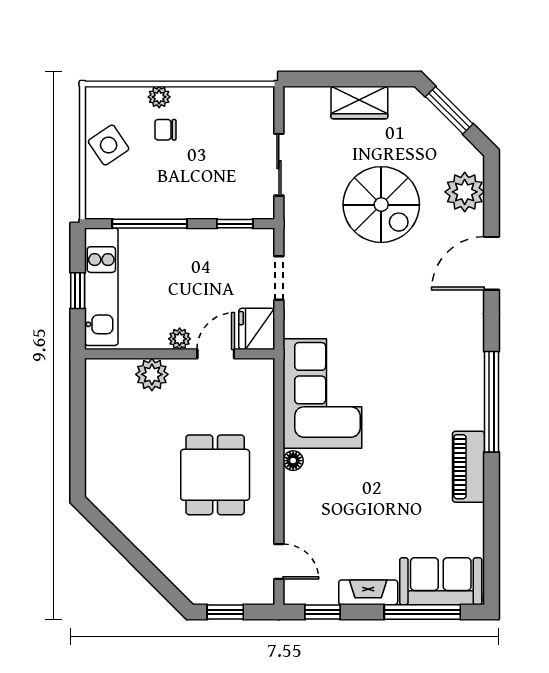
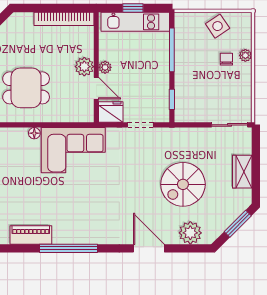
sliding door: (279, 165) -> (230, 125), moved
plant: (152, 374) -> (84, 67), moved
bookcase: (96, 409) -> (64, 19), added

